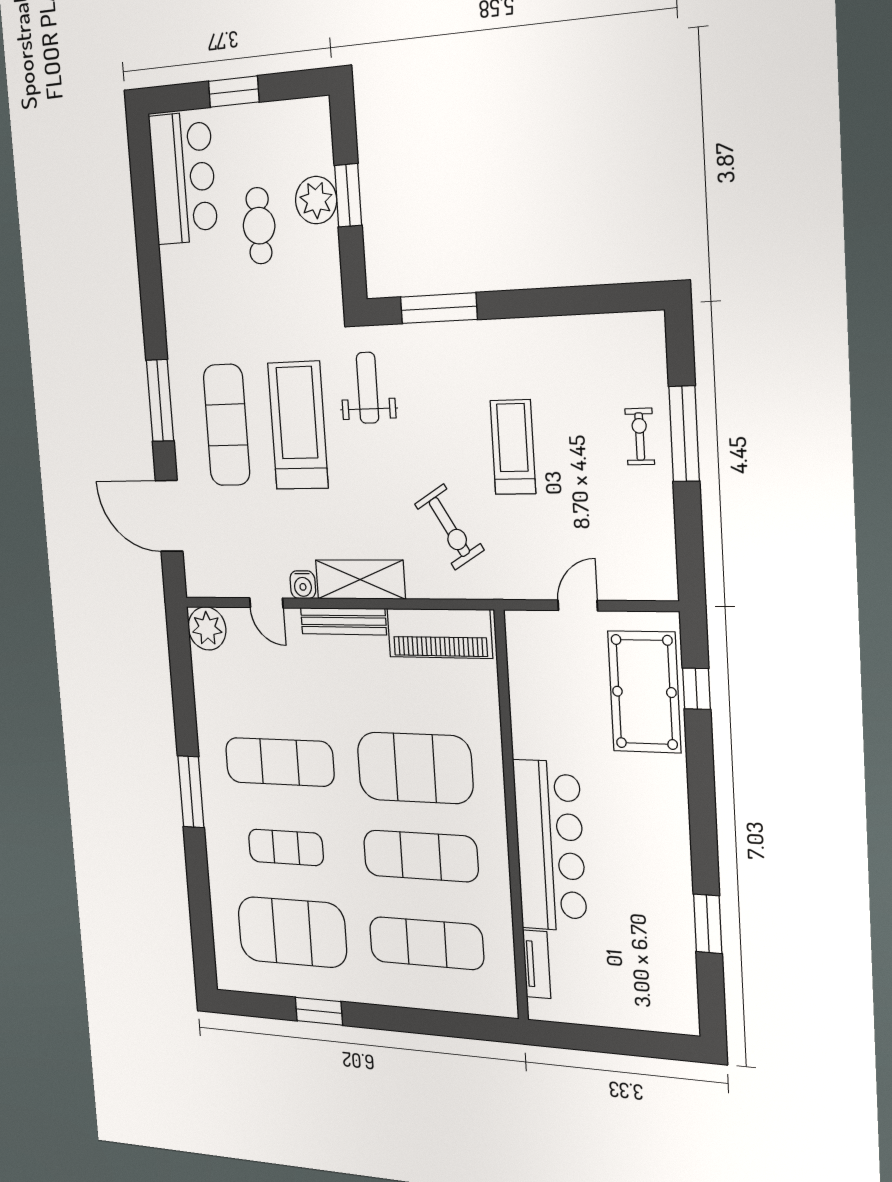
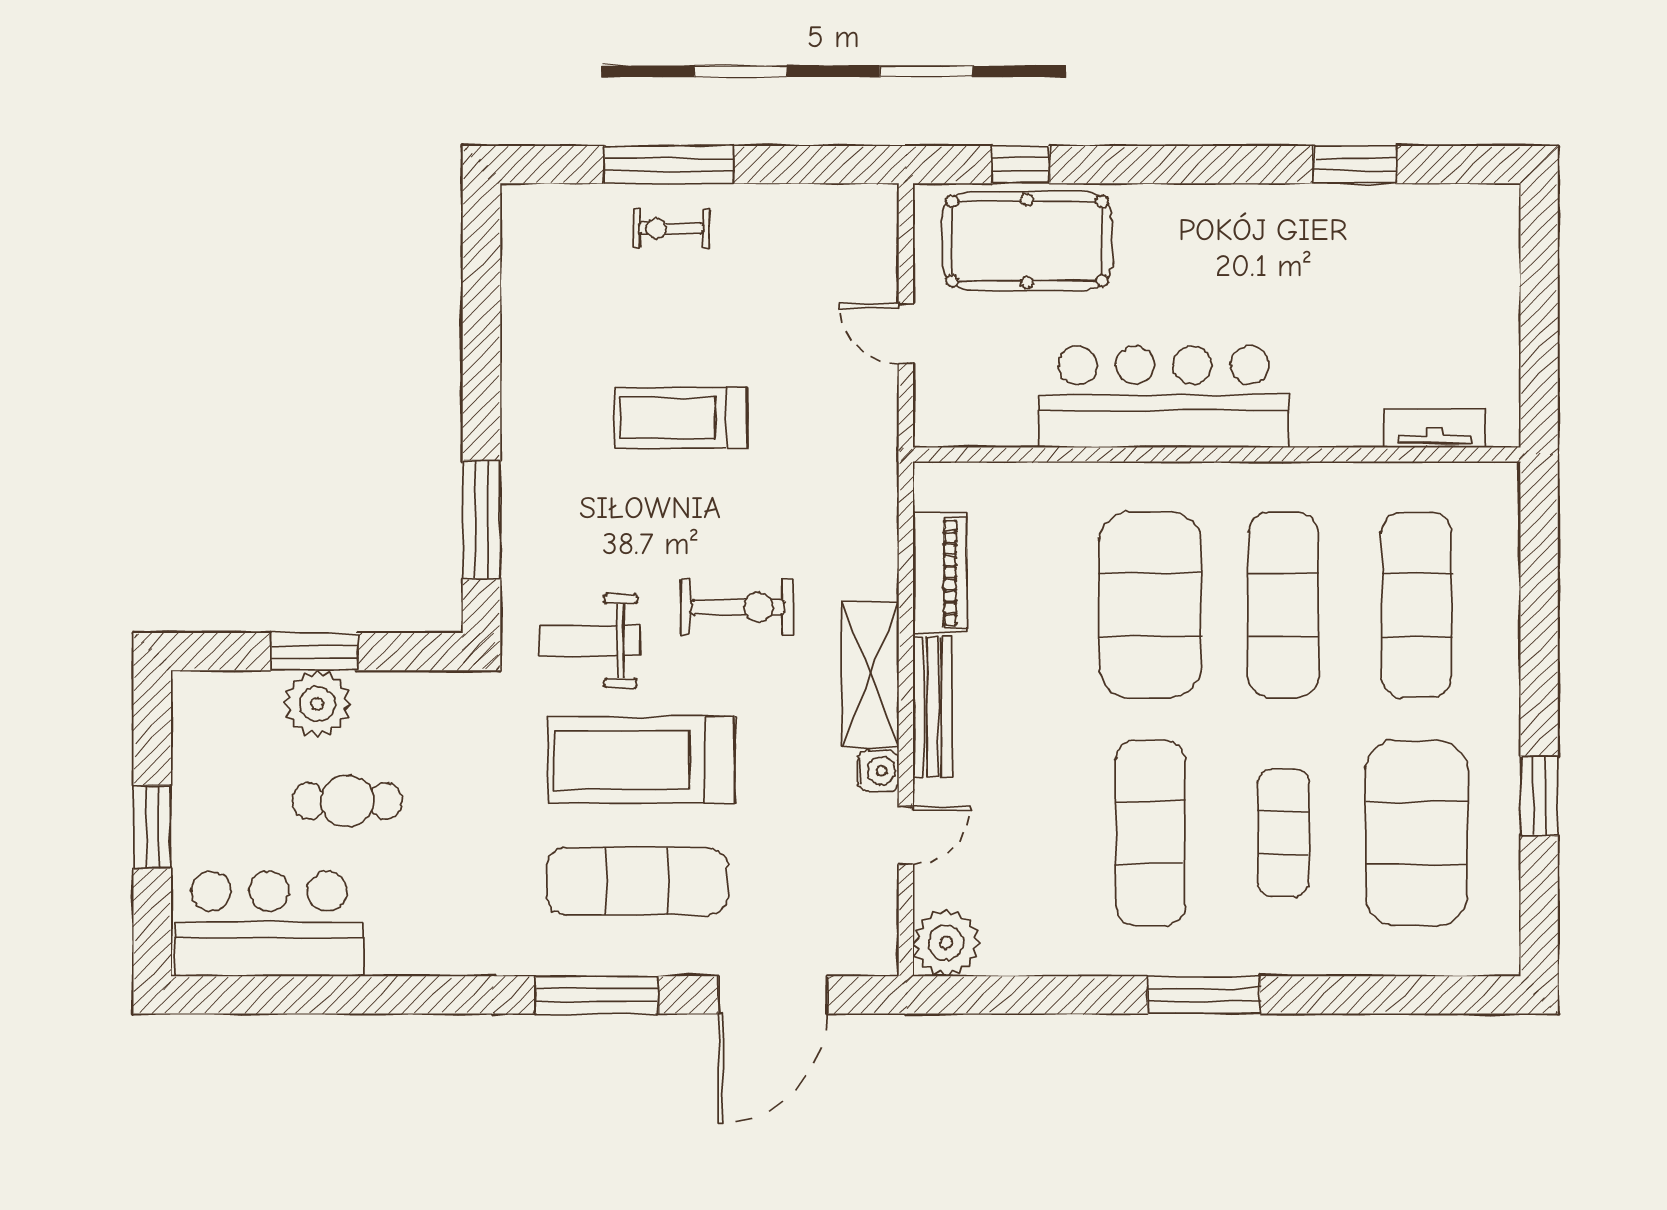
exercise bike: (449, 527) -> (737, 607), moved, turned 31
piano: (440, 633) -> (940, 573), width x0.73, depth x0.75
bar counter: (550, 846) -> (1164, 397), moved

